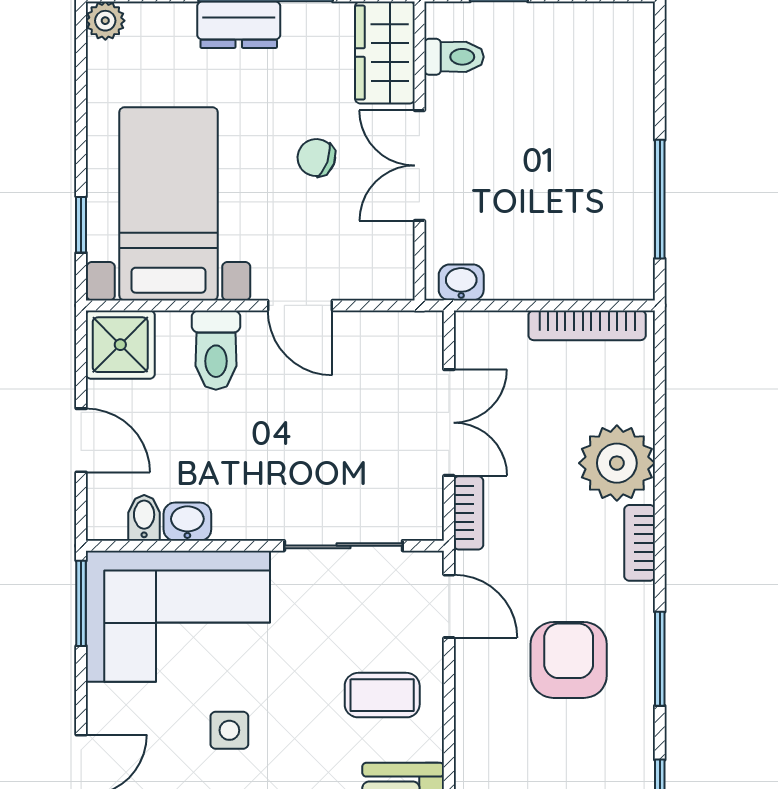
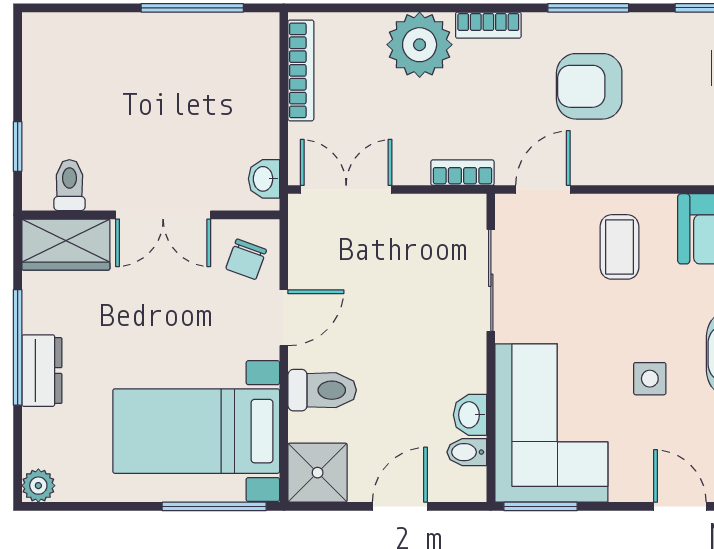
chair: (316, 158) -> (246, 259), moved
window: (81, 225) -> (214, 506), width x2.17
double door: (449, 423) -> (346, 189), moved

